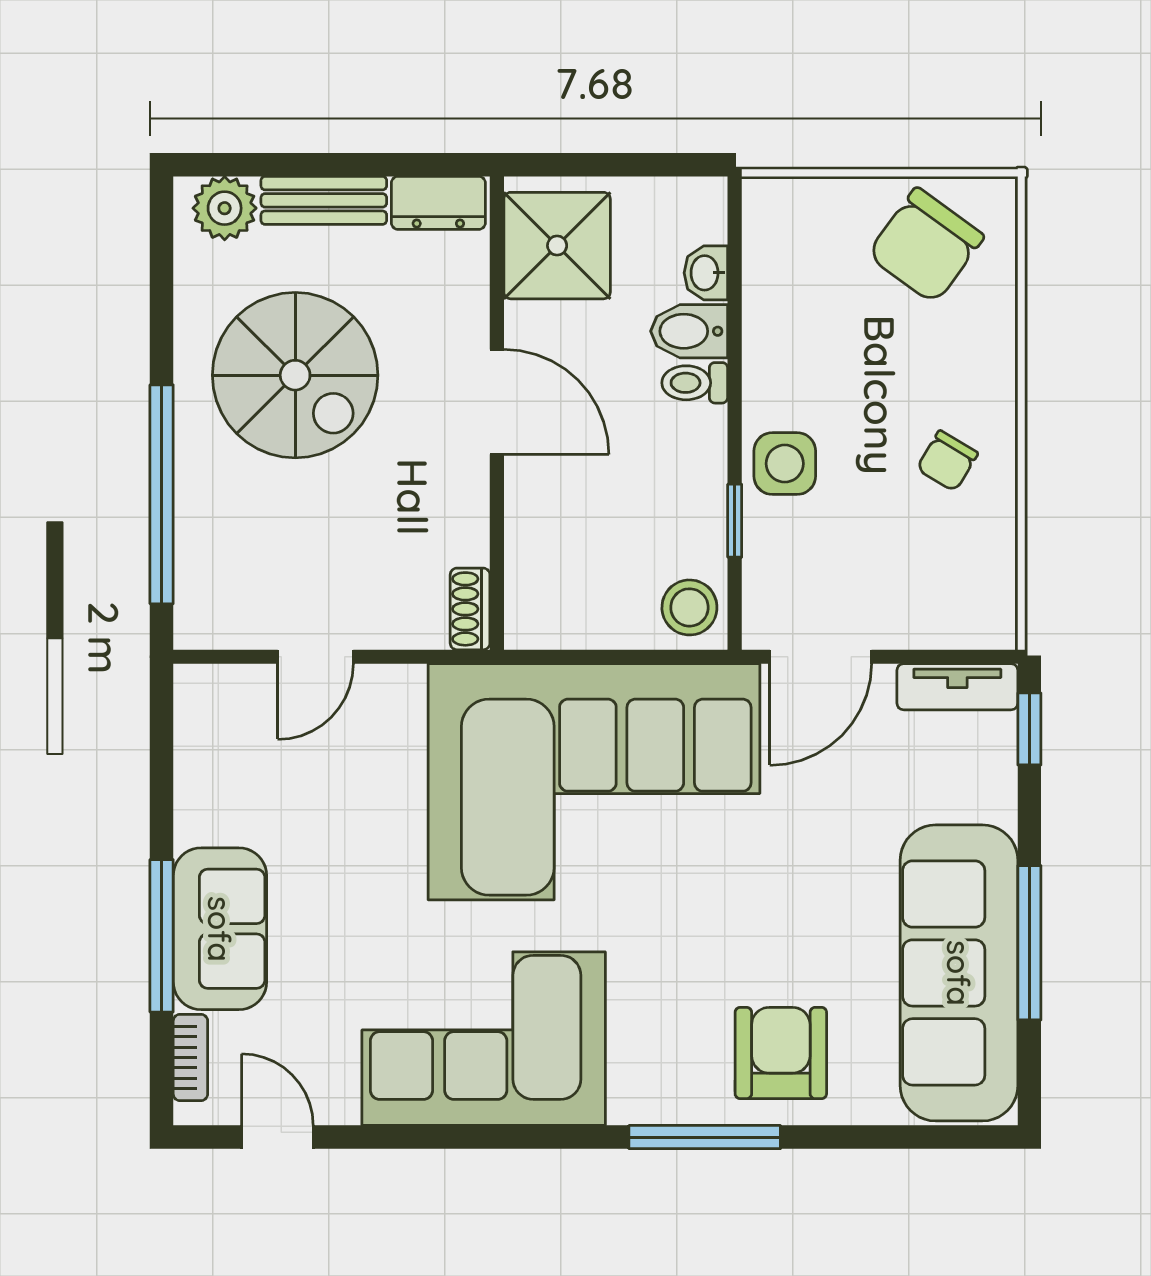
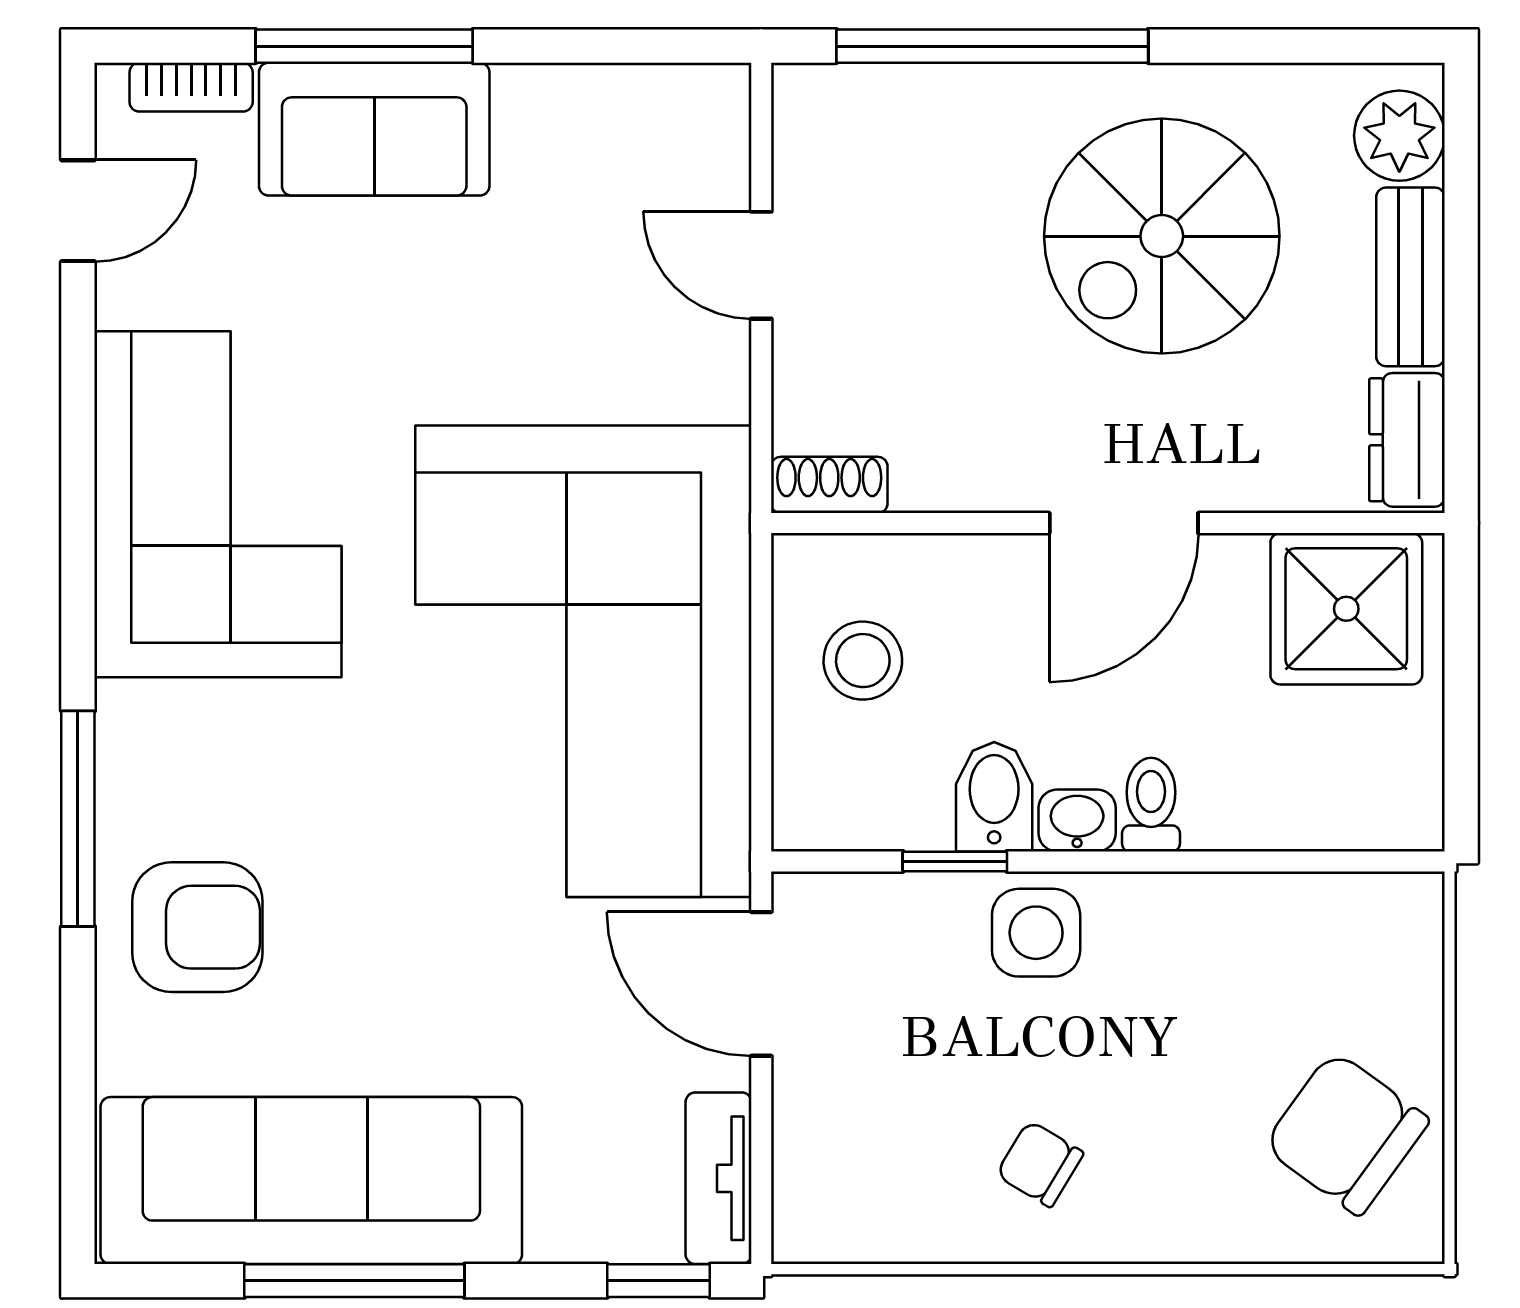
washbasin: (706, 273) -> (1077, 820), moved
bidet: (689, 331) -> (994, 797), moved
stool: (689, 607) -> (863, 661), moved

